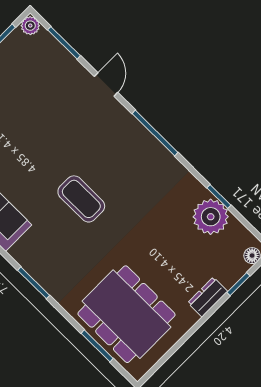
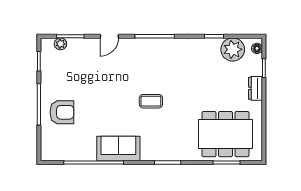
plant: (30, 26) -> (60, 44), moved
door: (106, 84) -> (109, 36), swing flipped
coffee table: (81, 199) -> (151, 101), width x0.73, depth x0.77
plant: (211, 217) -> (233, 49), moved

